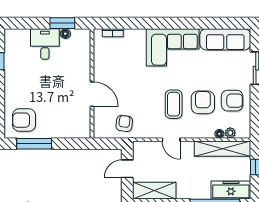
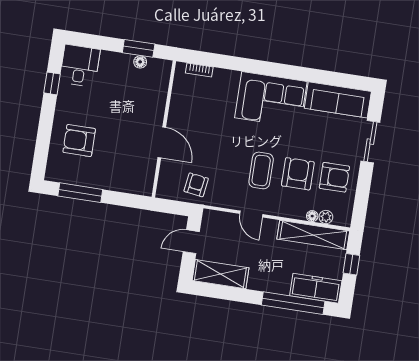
desk: (45, 44) -> (80, 66), moved
armchair: (24, 120) -> (79, 140), moved

